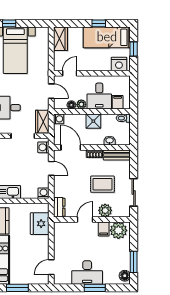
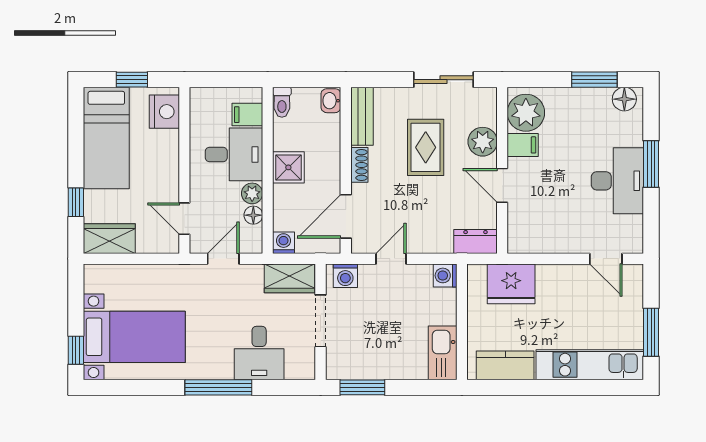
window: (99, 23) -> (76, 202), moved
washbasin: (110, 141) -> (331, 101), moved

